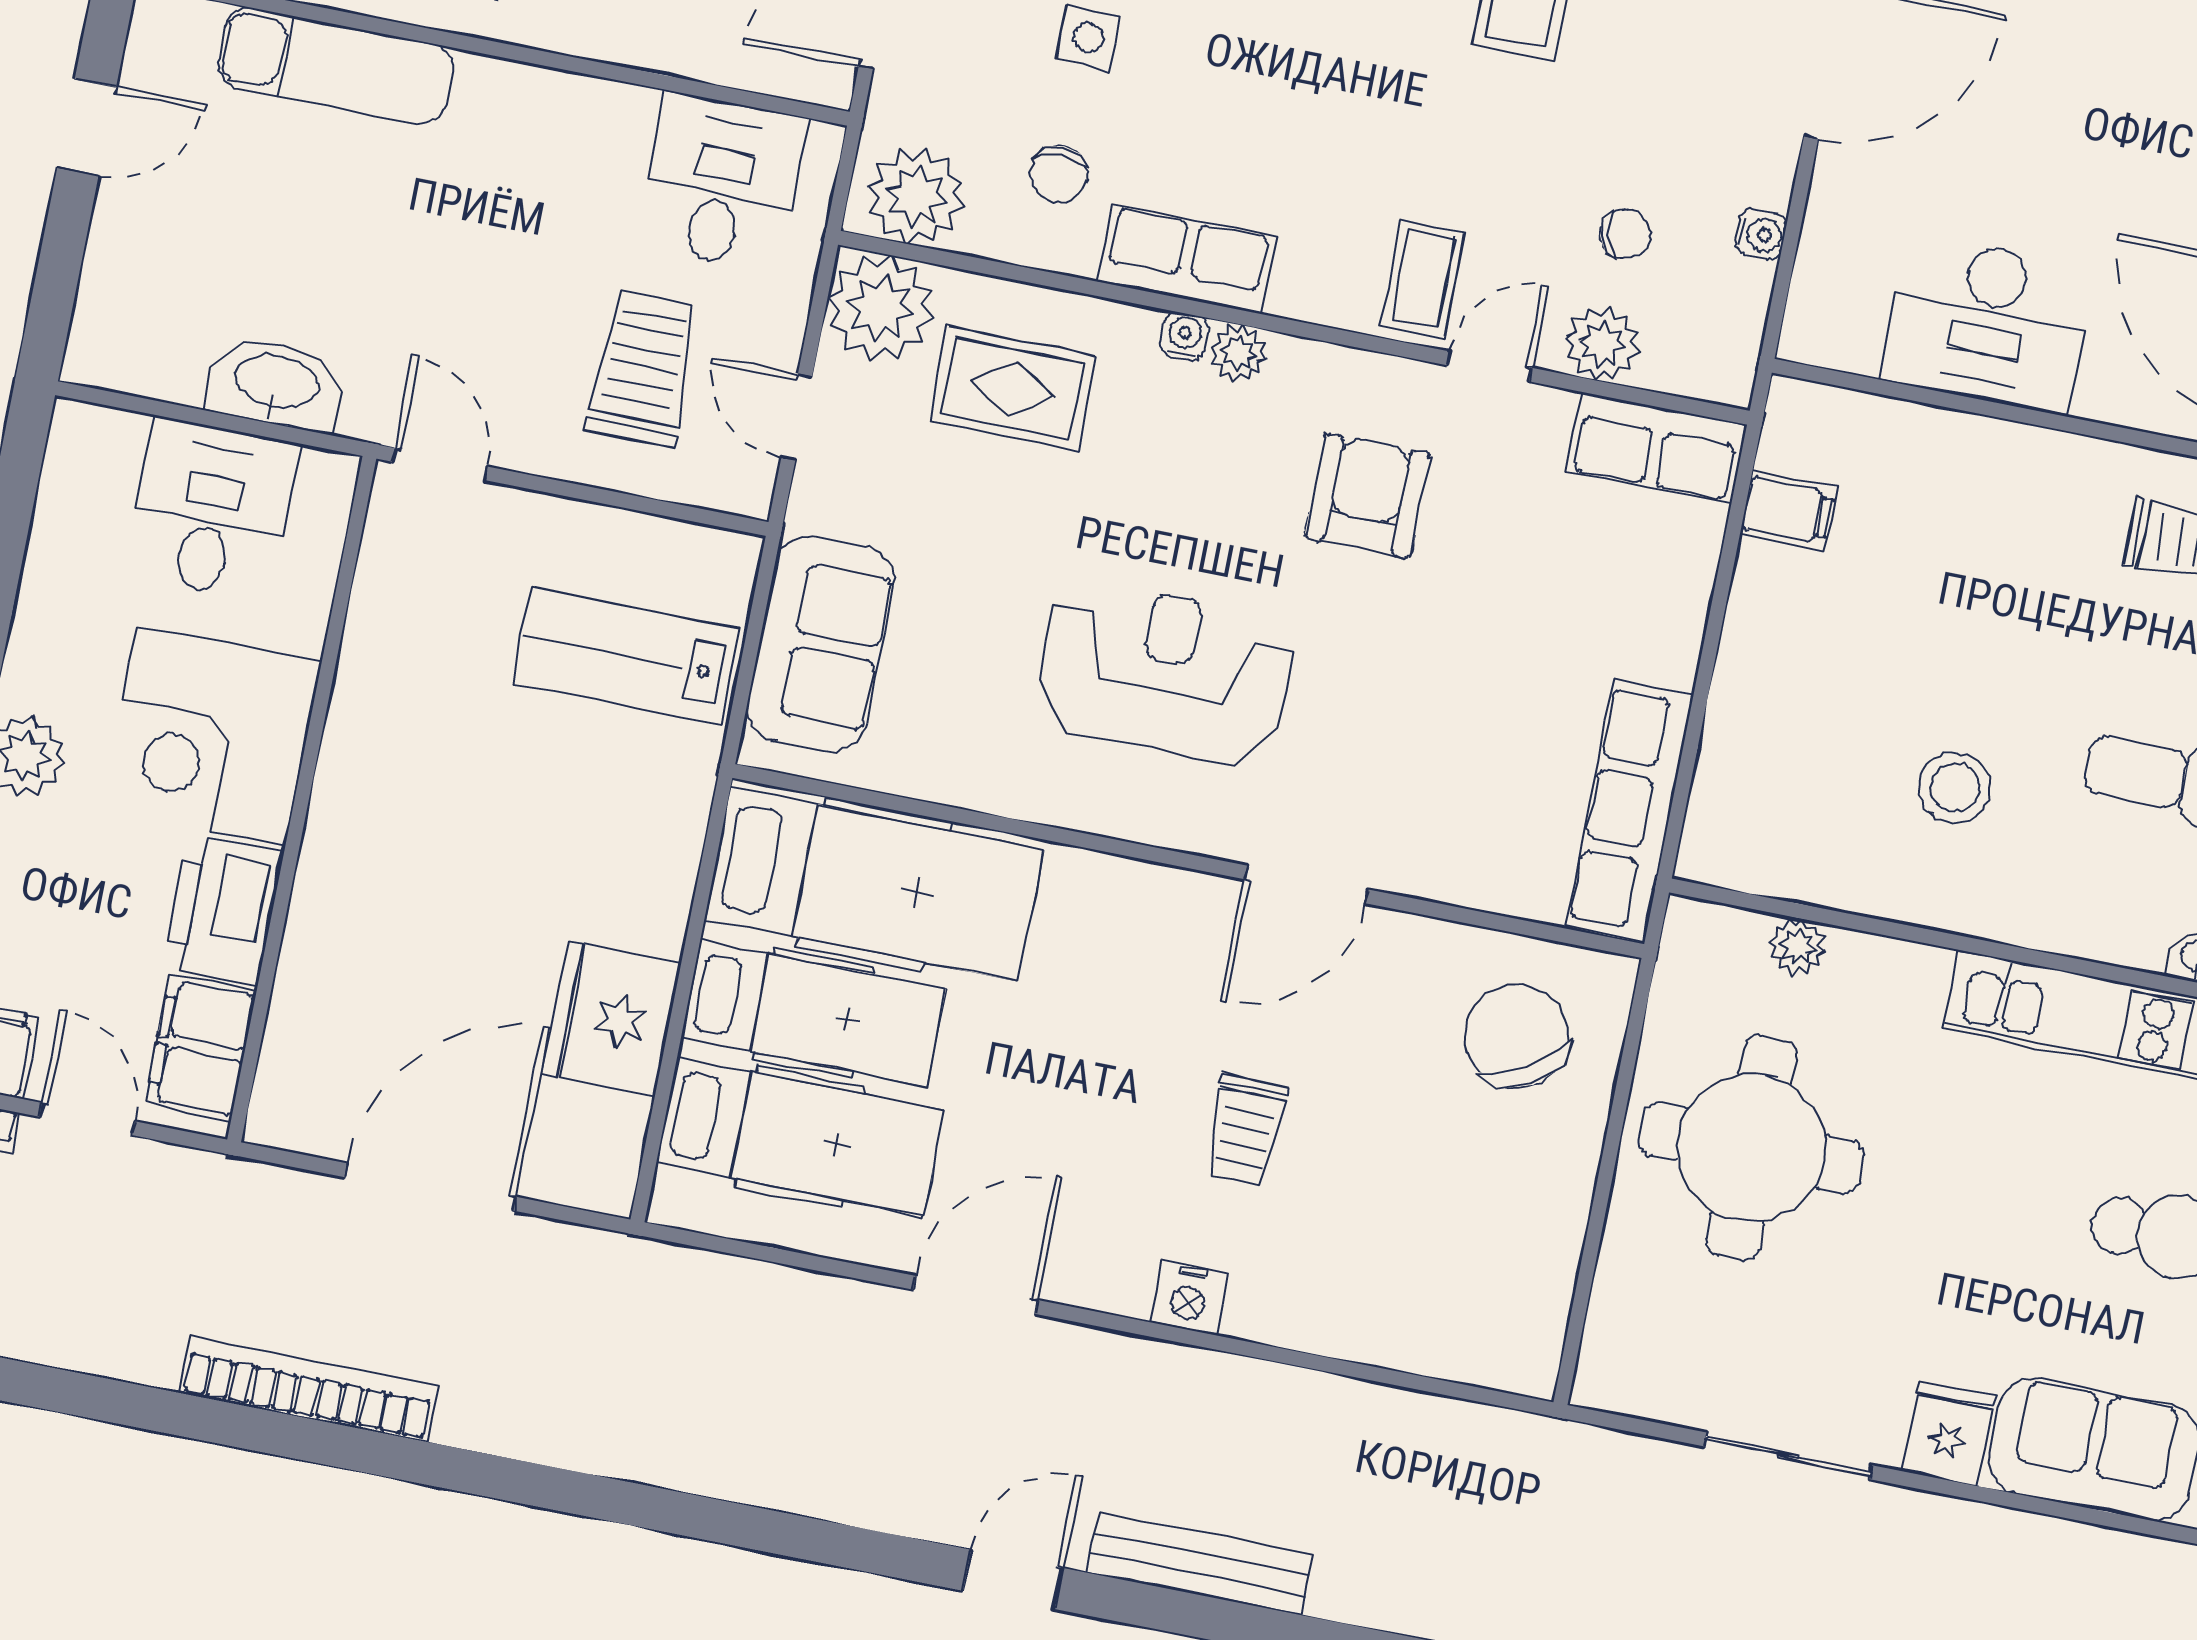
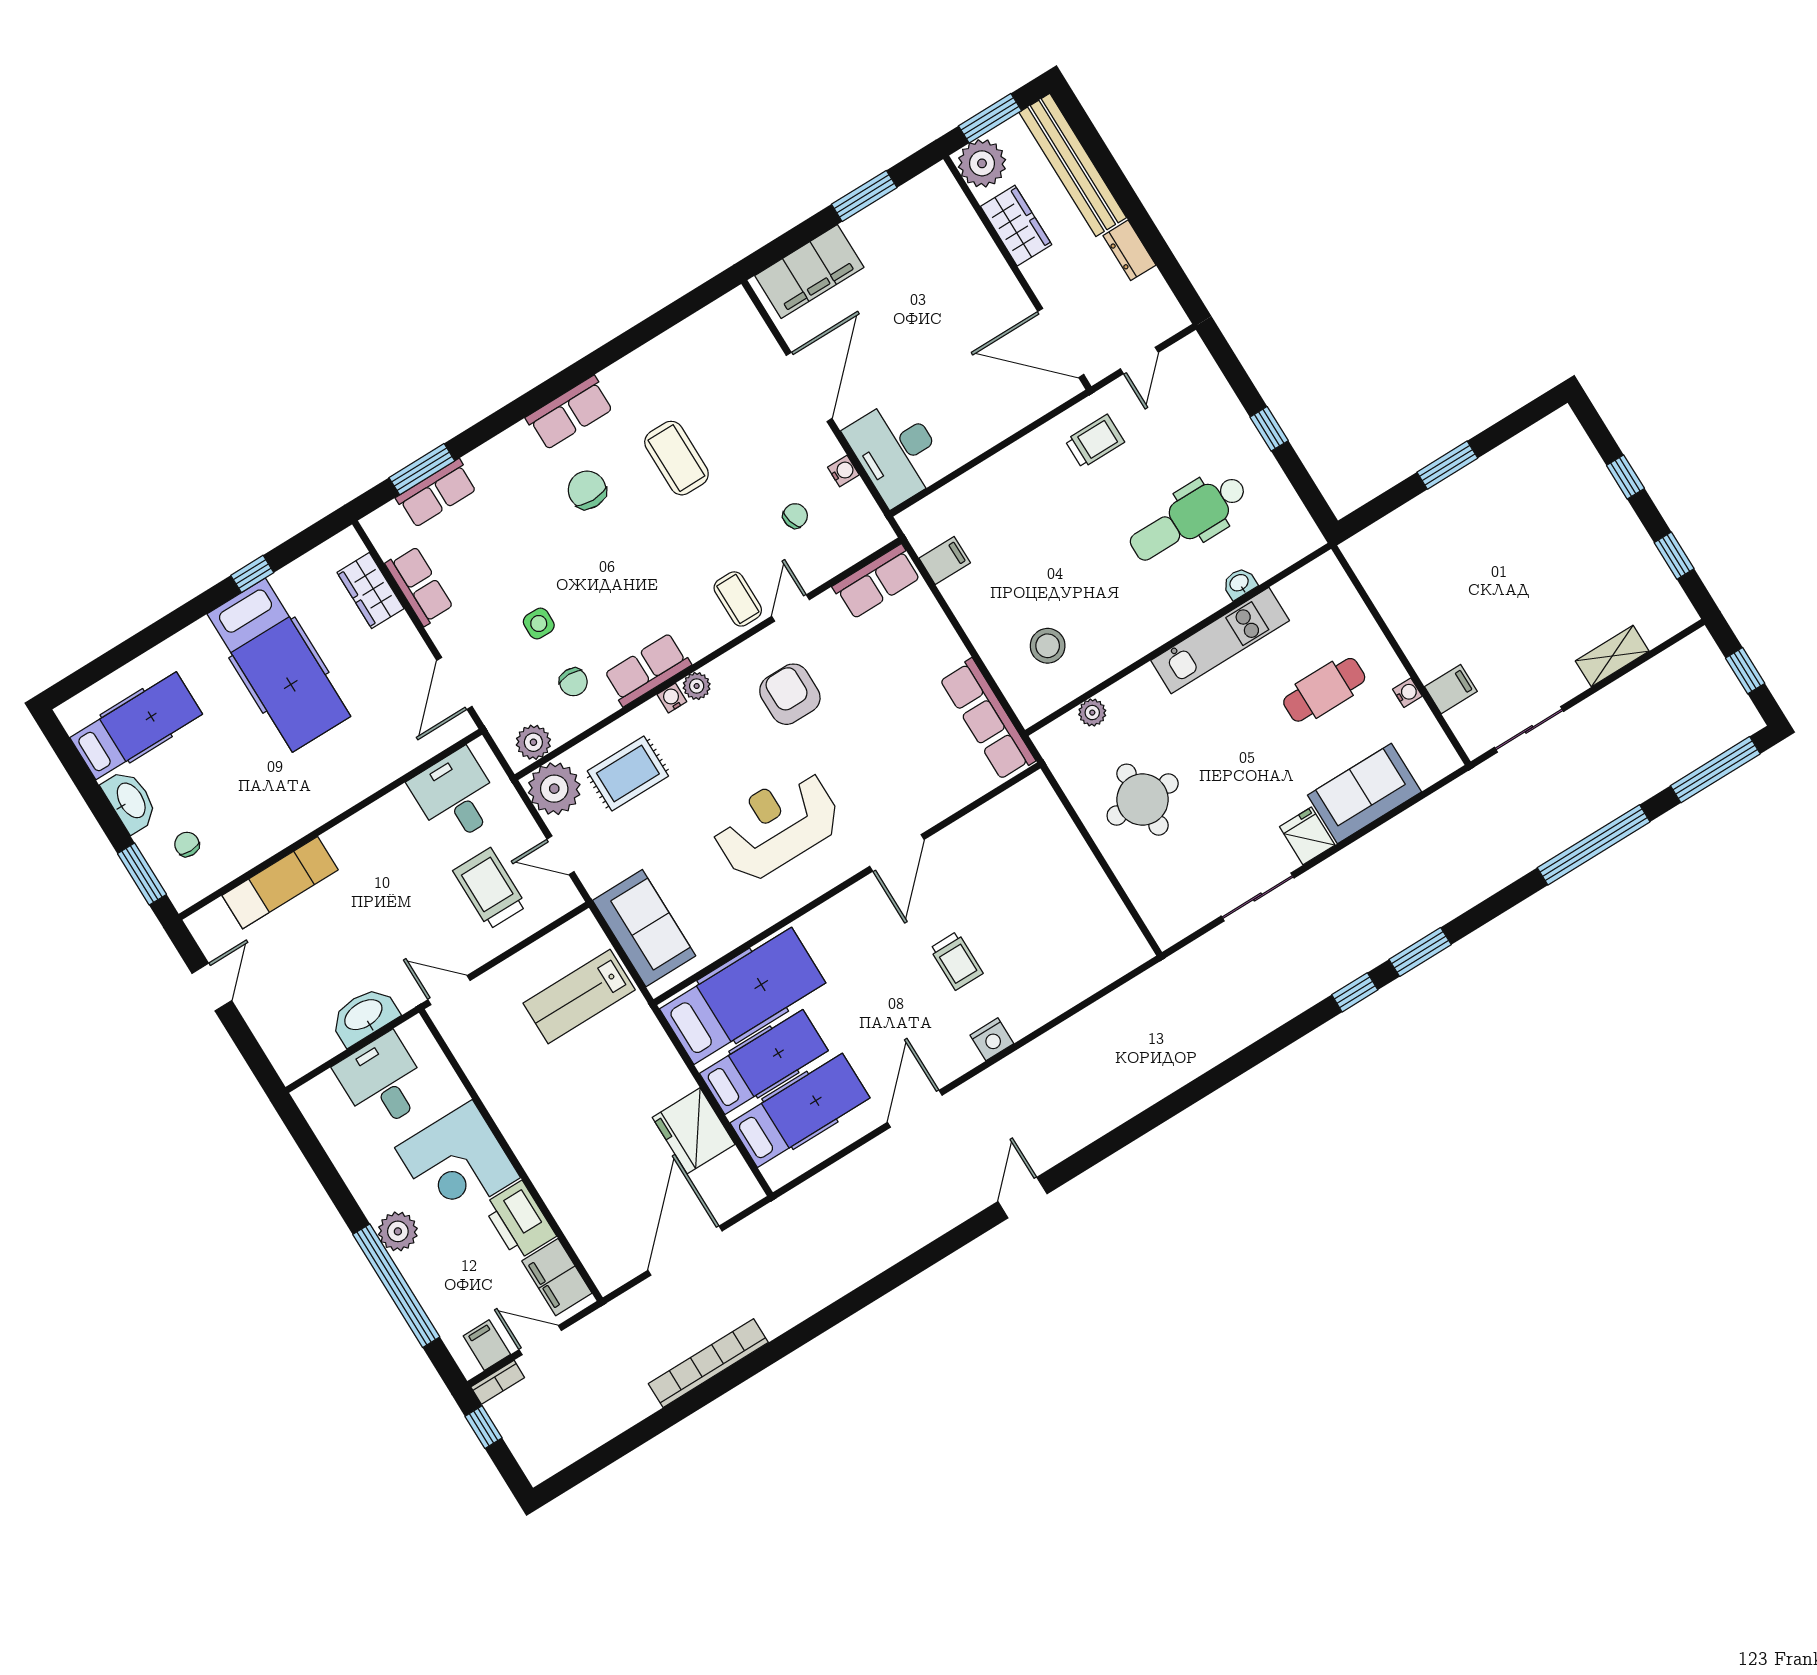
plant: (916, 196) -> (533, 742), width x0.73, depth x0.73
desk: (1988, 324) -> (896, 452), moved, turned 90
plant: (1602, 344) -> (823, 563), removed
stool: (1955, 788) -> (1048, 646), moved
chair: (1516, 1036) -> (1022, 837), removed
round table: (1751, 1148) -> (1143, 800), width x0.73, depth x0.73
bench: (1200, 1564) -> (1084, 1130), removed

